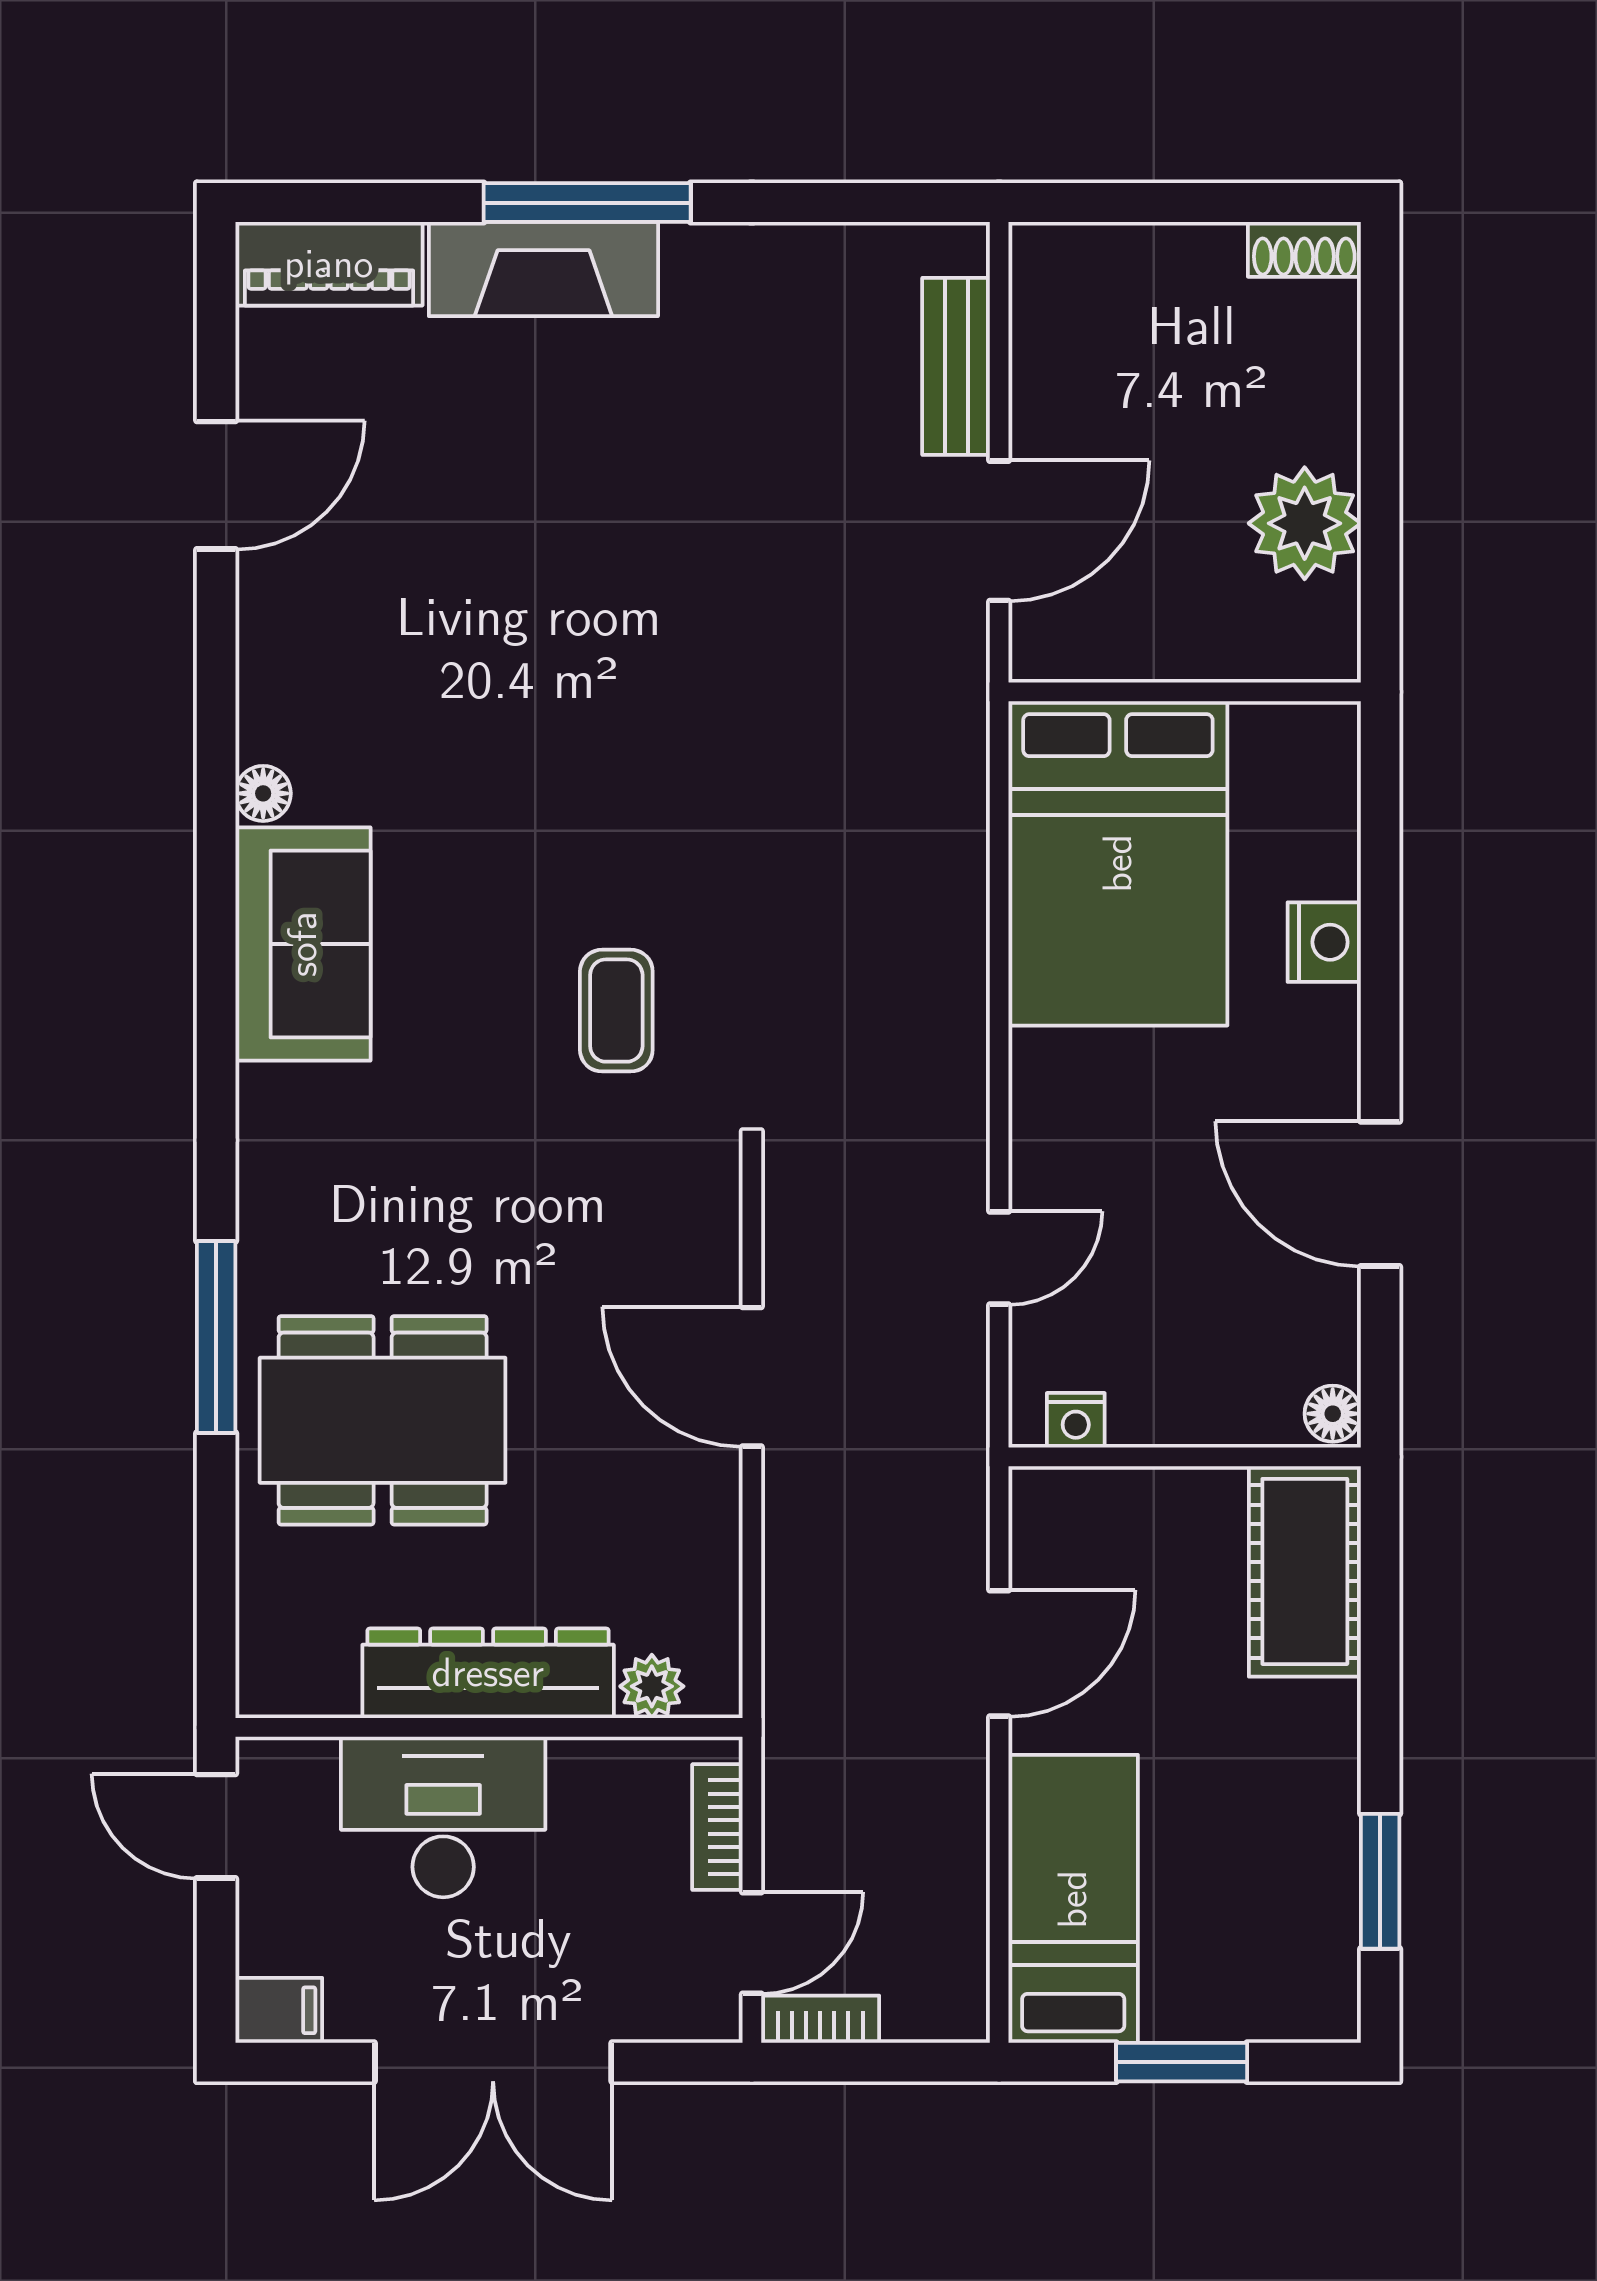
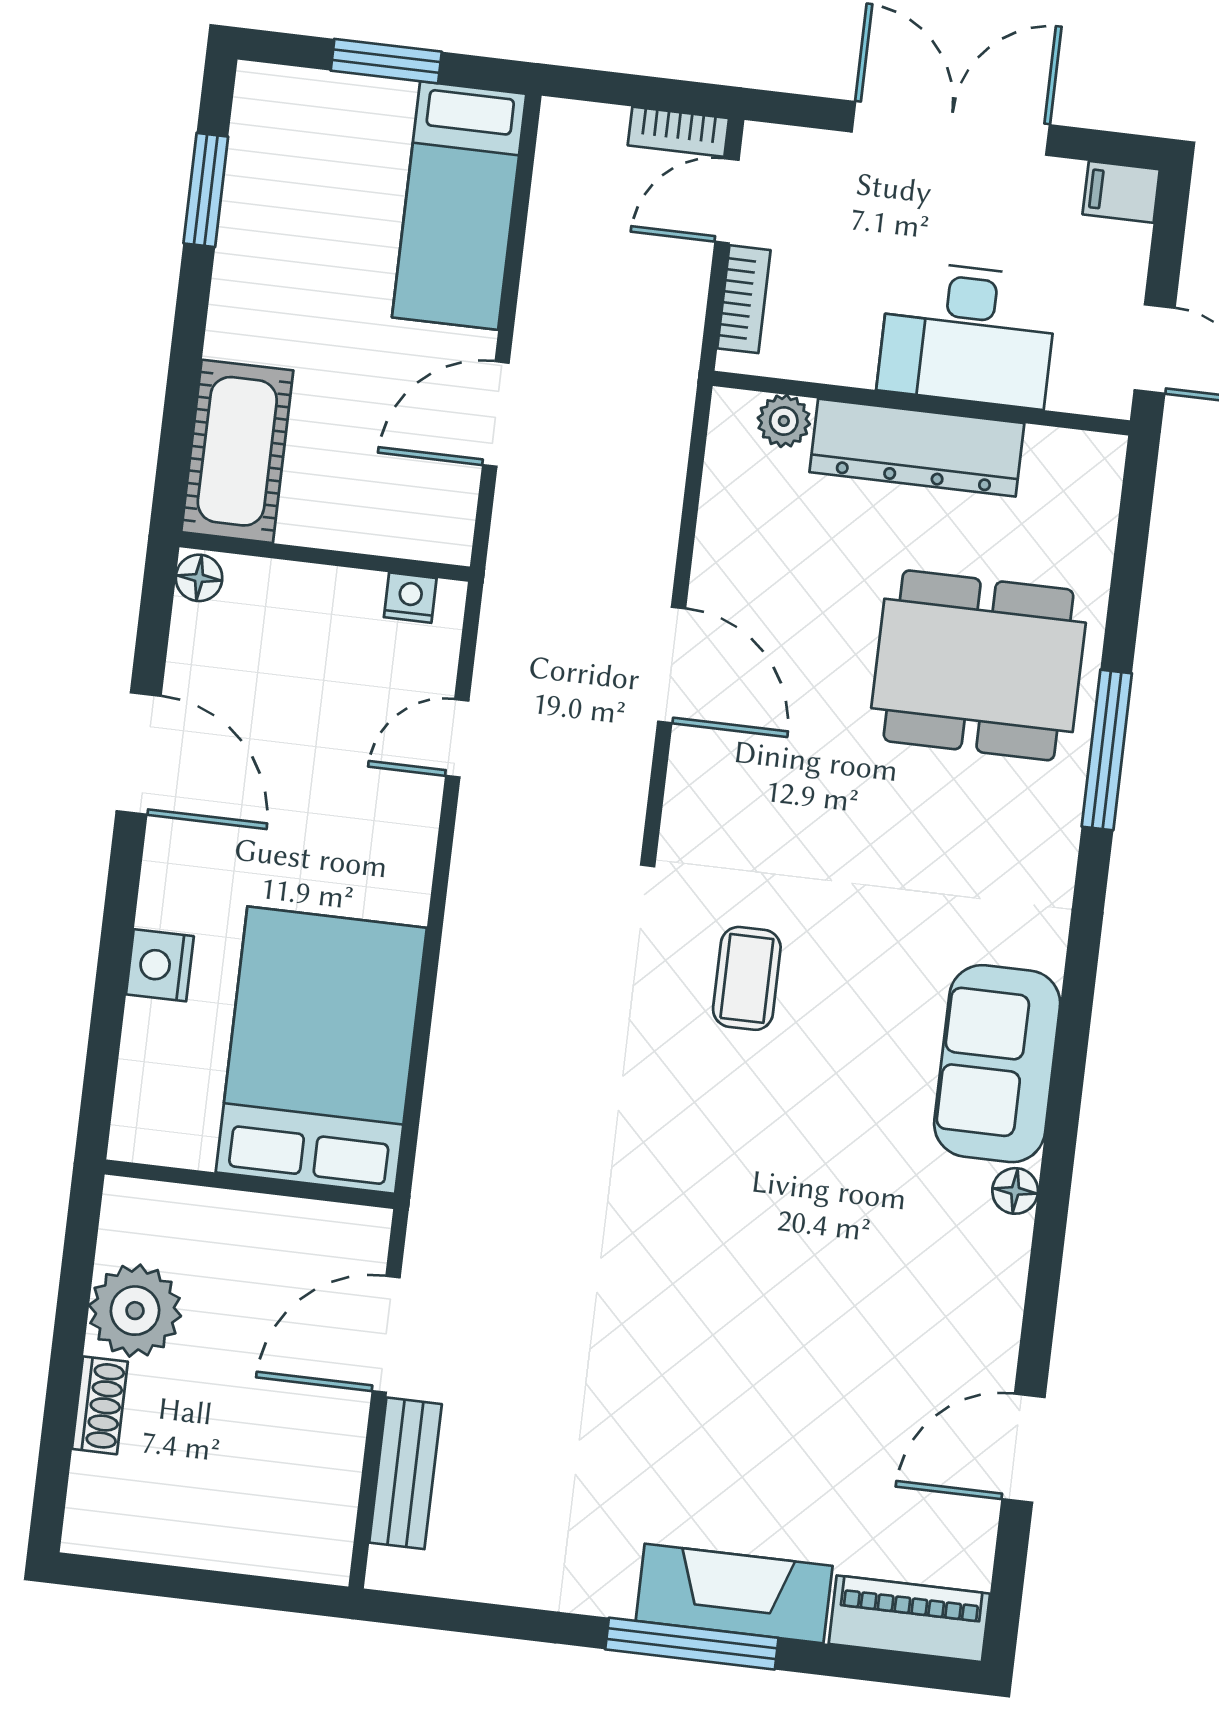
shoe rack: (1304, 249) -> (100, 1405), moved, turned 90

